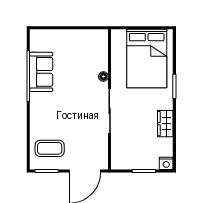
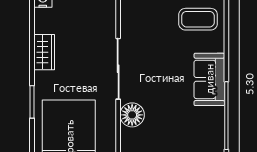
sofa: (41, 72) -> (209, 79), moved
floor lamp: (103, 76) -> (132, 115), width x1.89, depth x1.89

